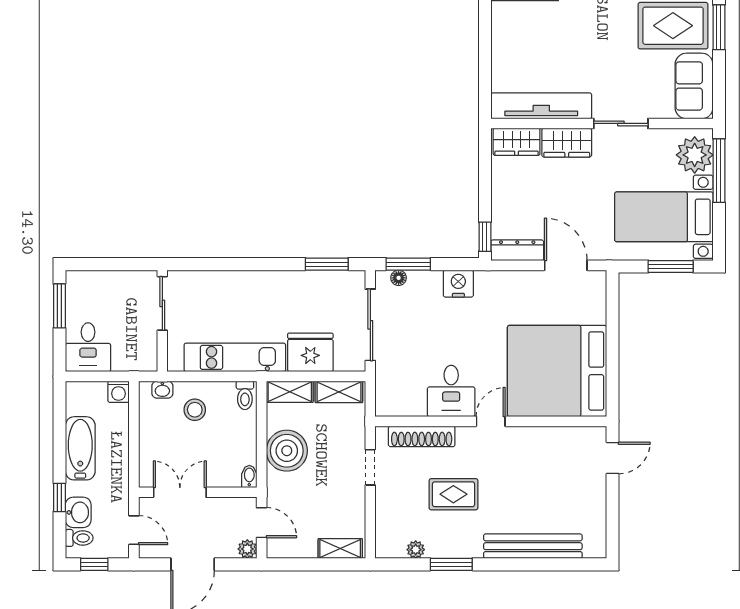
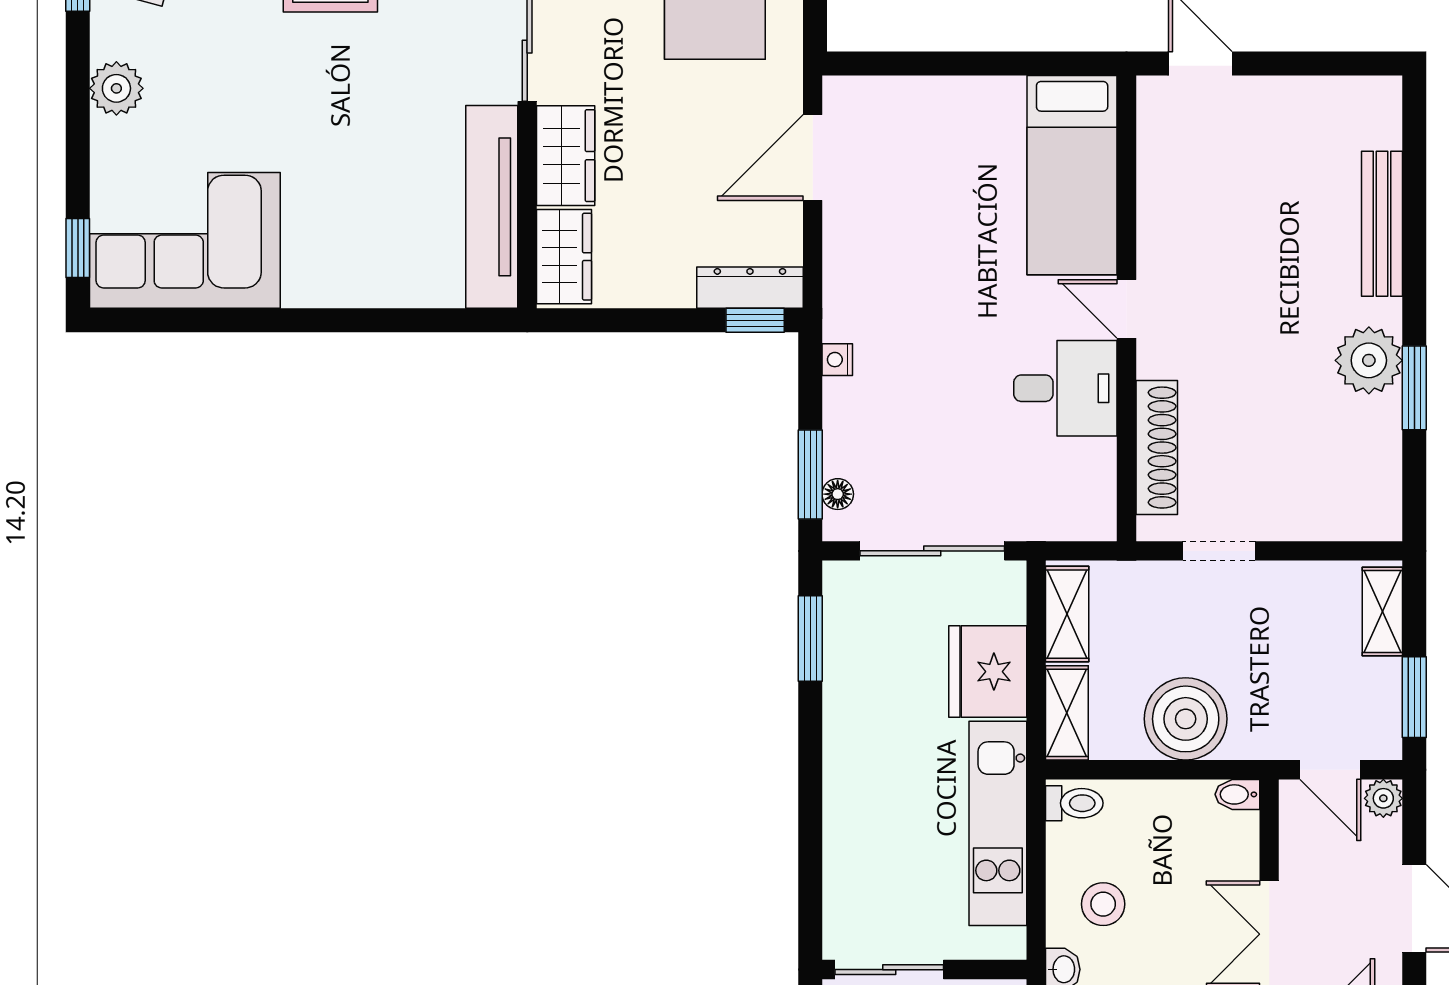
dresser: (517, 250) -> (750, 288), moved, turned 90
nightstand: (458, 284) -> (837, 360), width x0.53, depth x0.56
bed: (557, 371) -> (1072, 175), width x0.49
rug: (453, 494) -> (1273, 384), removed
door: (262, 523) -> (1330, 770), swing flipped
bench: (533, 546) -> (1382, 224), width x0.73, depth x0.82
plant: (416, 550) -> (1369, 360), moved, width x1.88, depth x1.88
window: (298, 564) -> (1414, 697), added

